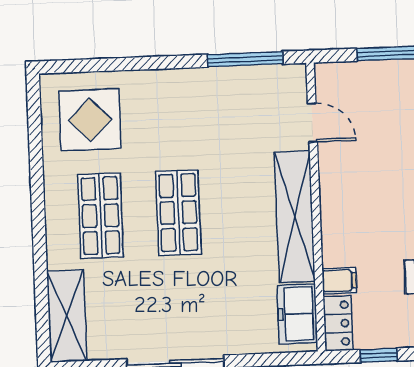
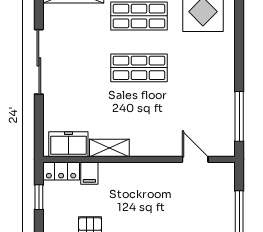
door: (312, 123) -> (195, 159), swing flipped
shelving: (295, 217) -> (109, 148), width x0.45, depth x0.75

